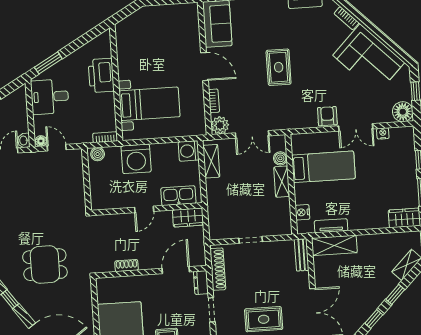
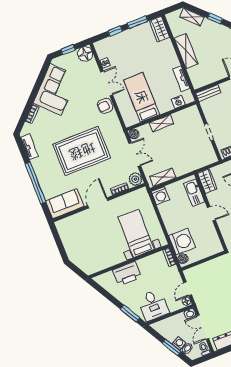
rug: (279, 67) -> (82, 151), width x1.86, depth x2.06
boiler: (280, 158) -> (134, 134), moved
washing machine: (136, 159) -> (182, 242), moved
shelving: (334, 245) -> (186, 51), moved

